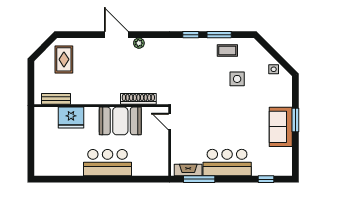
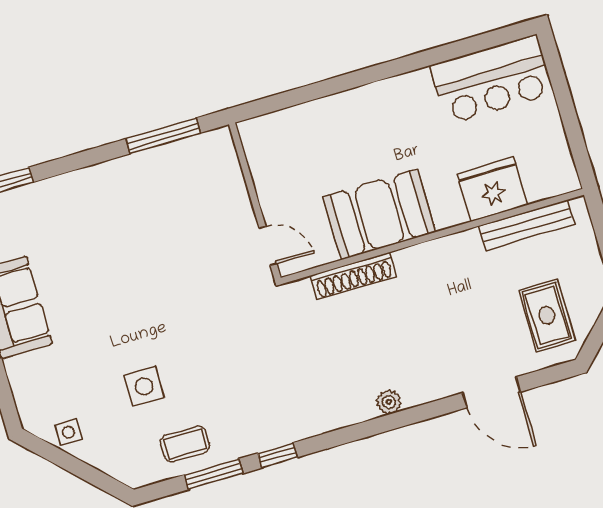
door: (116, 35) -> (492, 392), moved
bench: (56, 99) -> (527, 225), width x1.36
bar counter: (108, 163) -> (492, 79), moved
bar counter: (227, 163) -> (112, 191), removed
fireplace: (188, 170) -> (194, 149), removed

